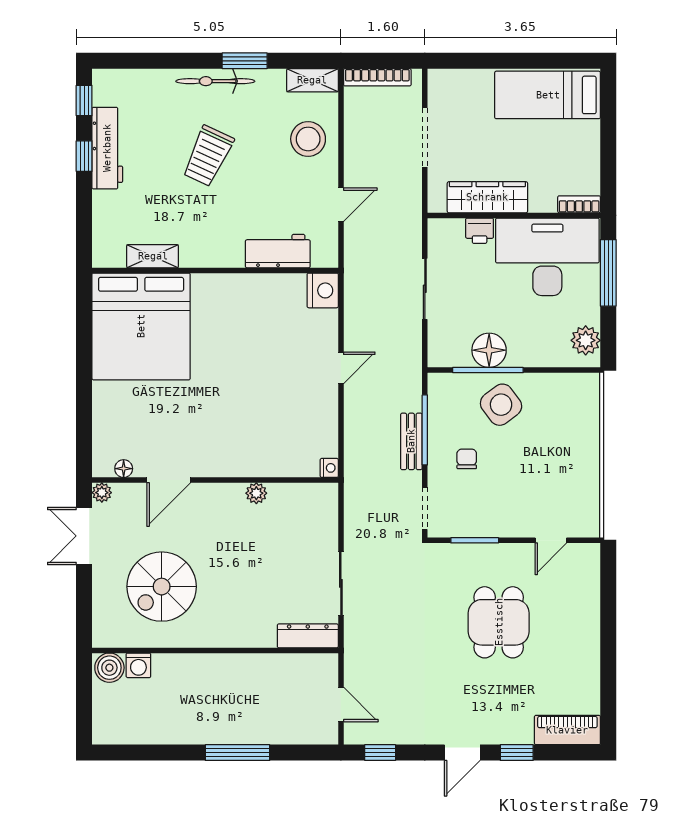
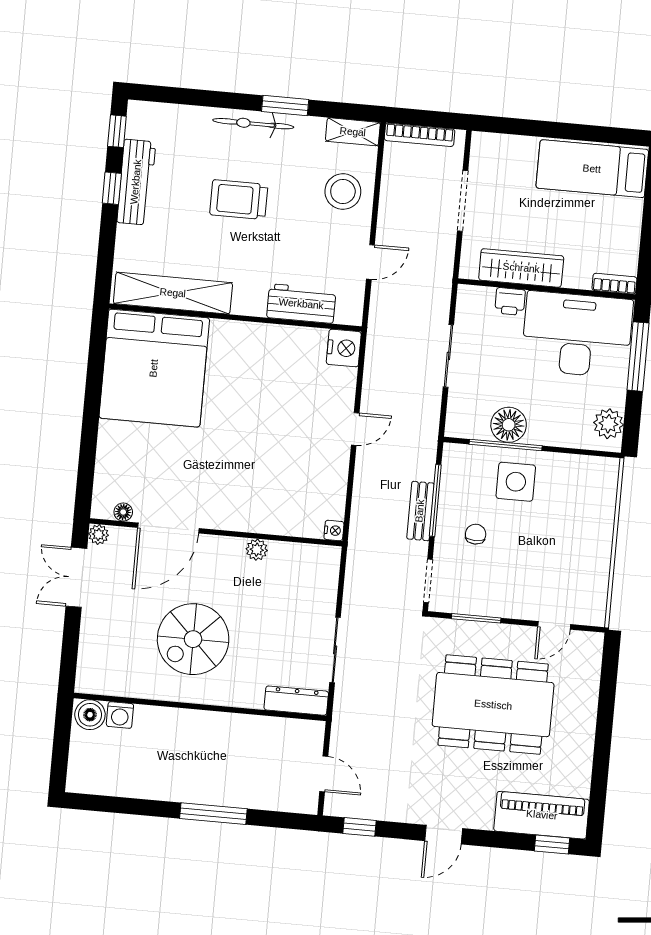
trolley: (208, 156) -> (239, 200), turned 65
shelving: (153, 256) -> (173, 293), width x2.20, depth x1.33
side table: (501, 405) -> (516, 482), turned 37
door: (169, 480) -> (168, 528), width x1.36
spiral stairs: (162, 587) -> (193, 639), moved
dining table: (499, 622) -> (493, 705), width x1.88, depth x1.24
piano: (567, 730) -> (542, 815), width x1.37, depth x1.33
window: (517, 753) -> (552, 844), moved

